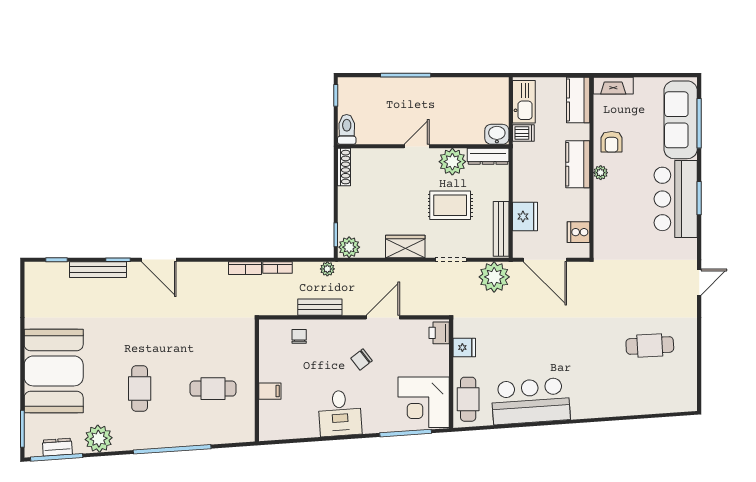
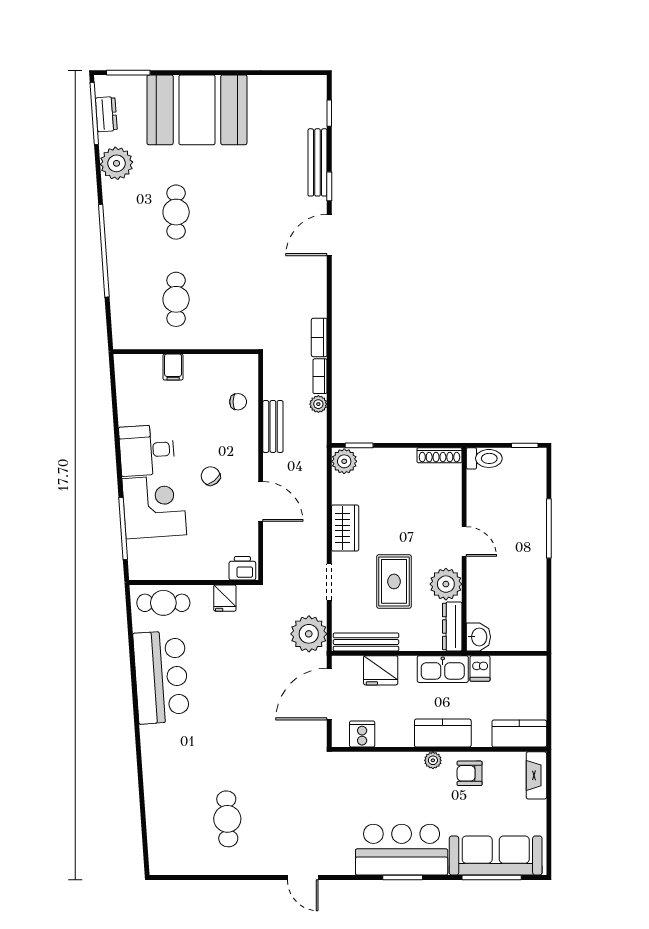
kitchen sink: (524, 102) -> (443, 669), moved
plant: (327, 269) -> (318, 404), moved
cafe table: (140, 389) -> (176, 212), turned 90
corner desk: (424, 402) -> (154, 507), moved, turned 86

